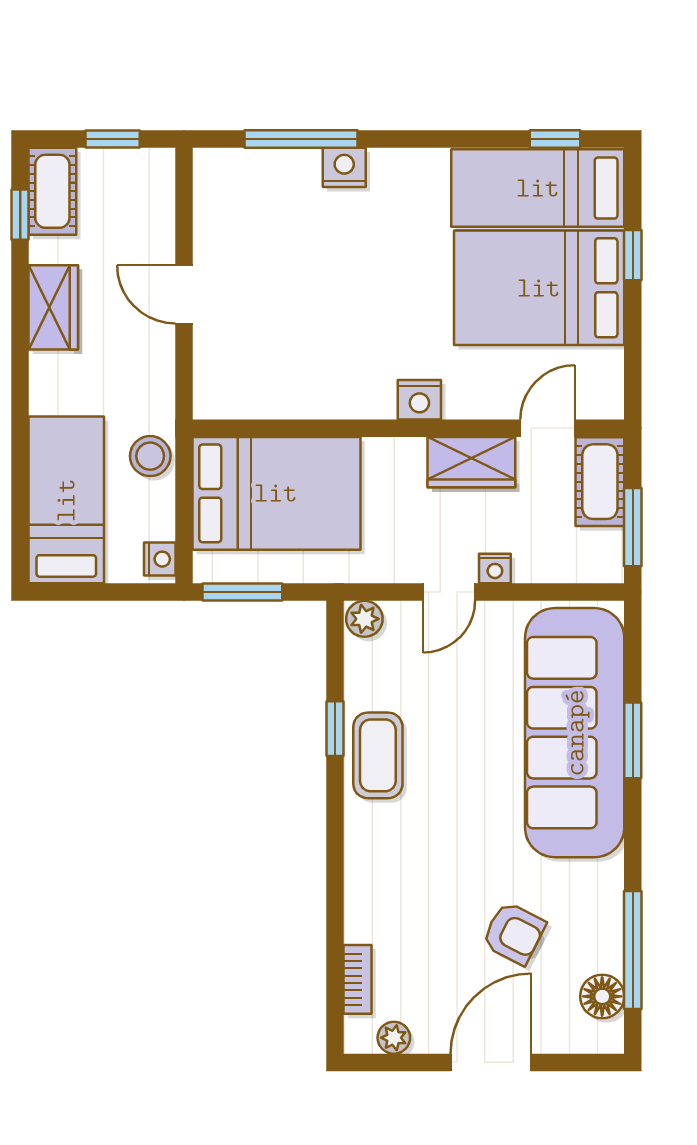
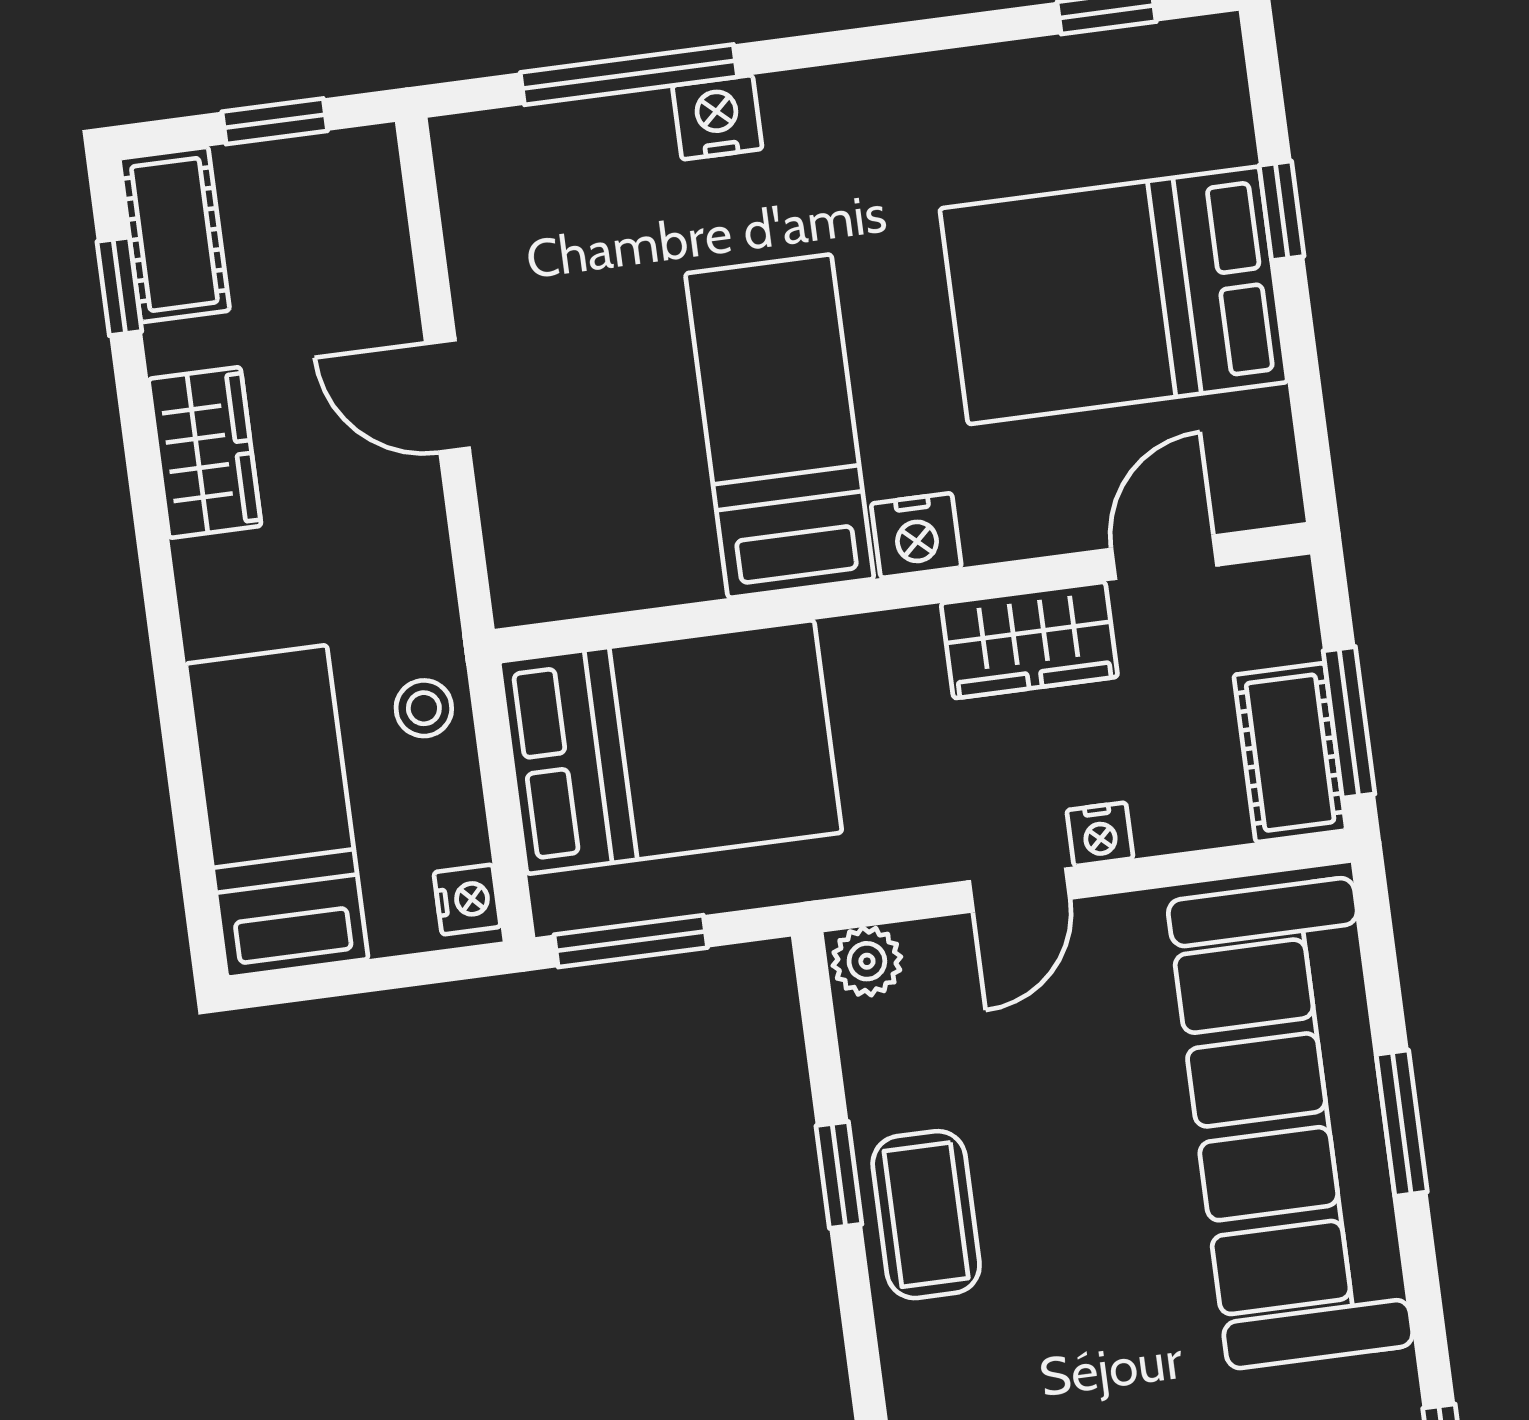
bed: (538, 188) -> (780, 426), moved, turned 90
stool: (150, 456) -> (424, 708), width x0.73, depth x0.73
cot: (600, 482) -> (1290, 753), moved

